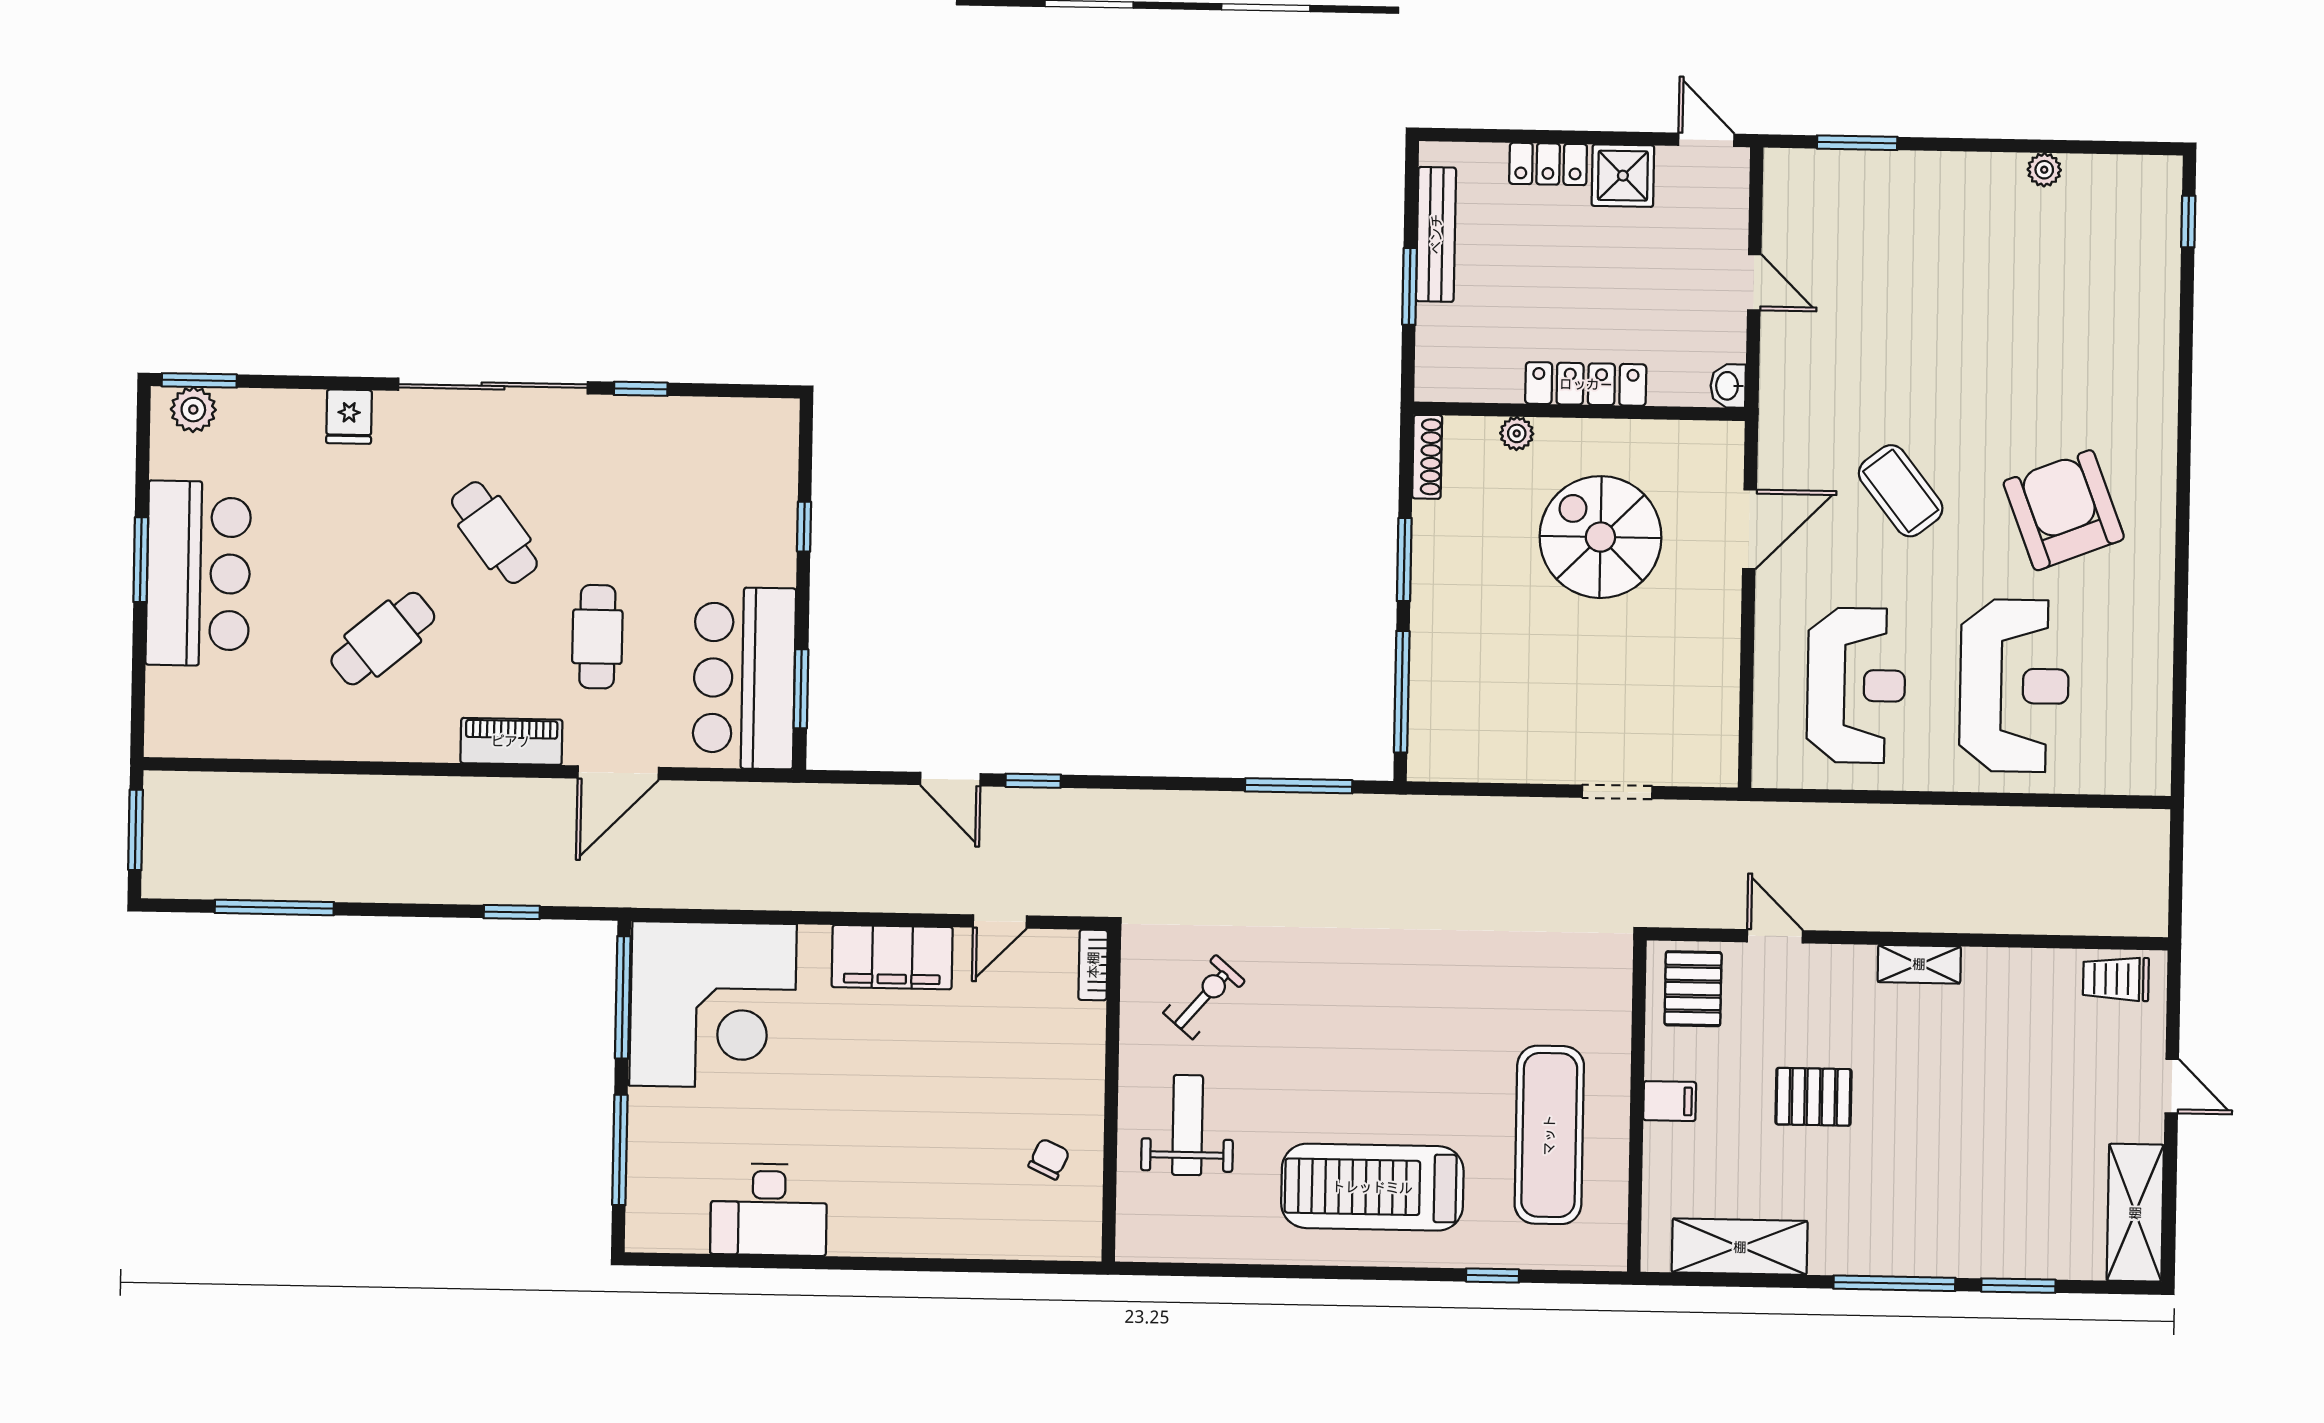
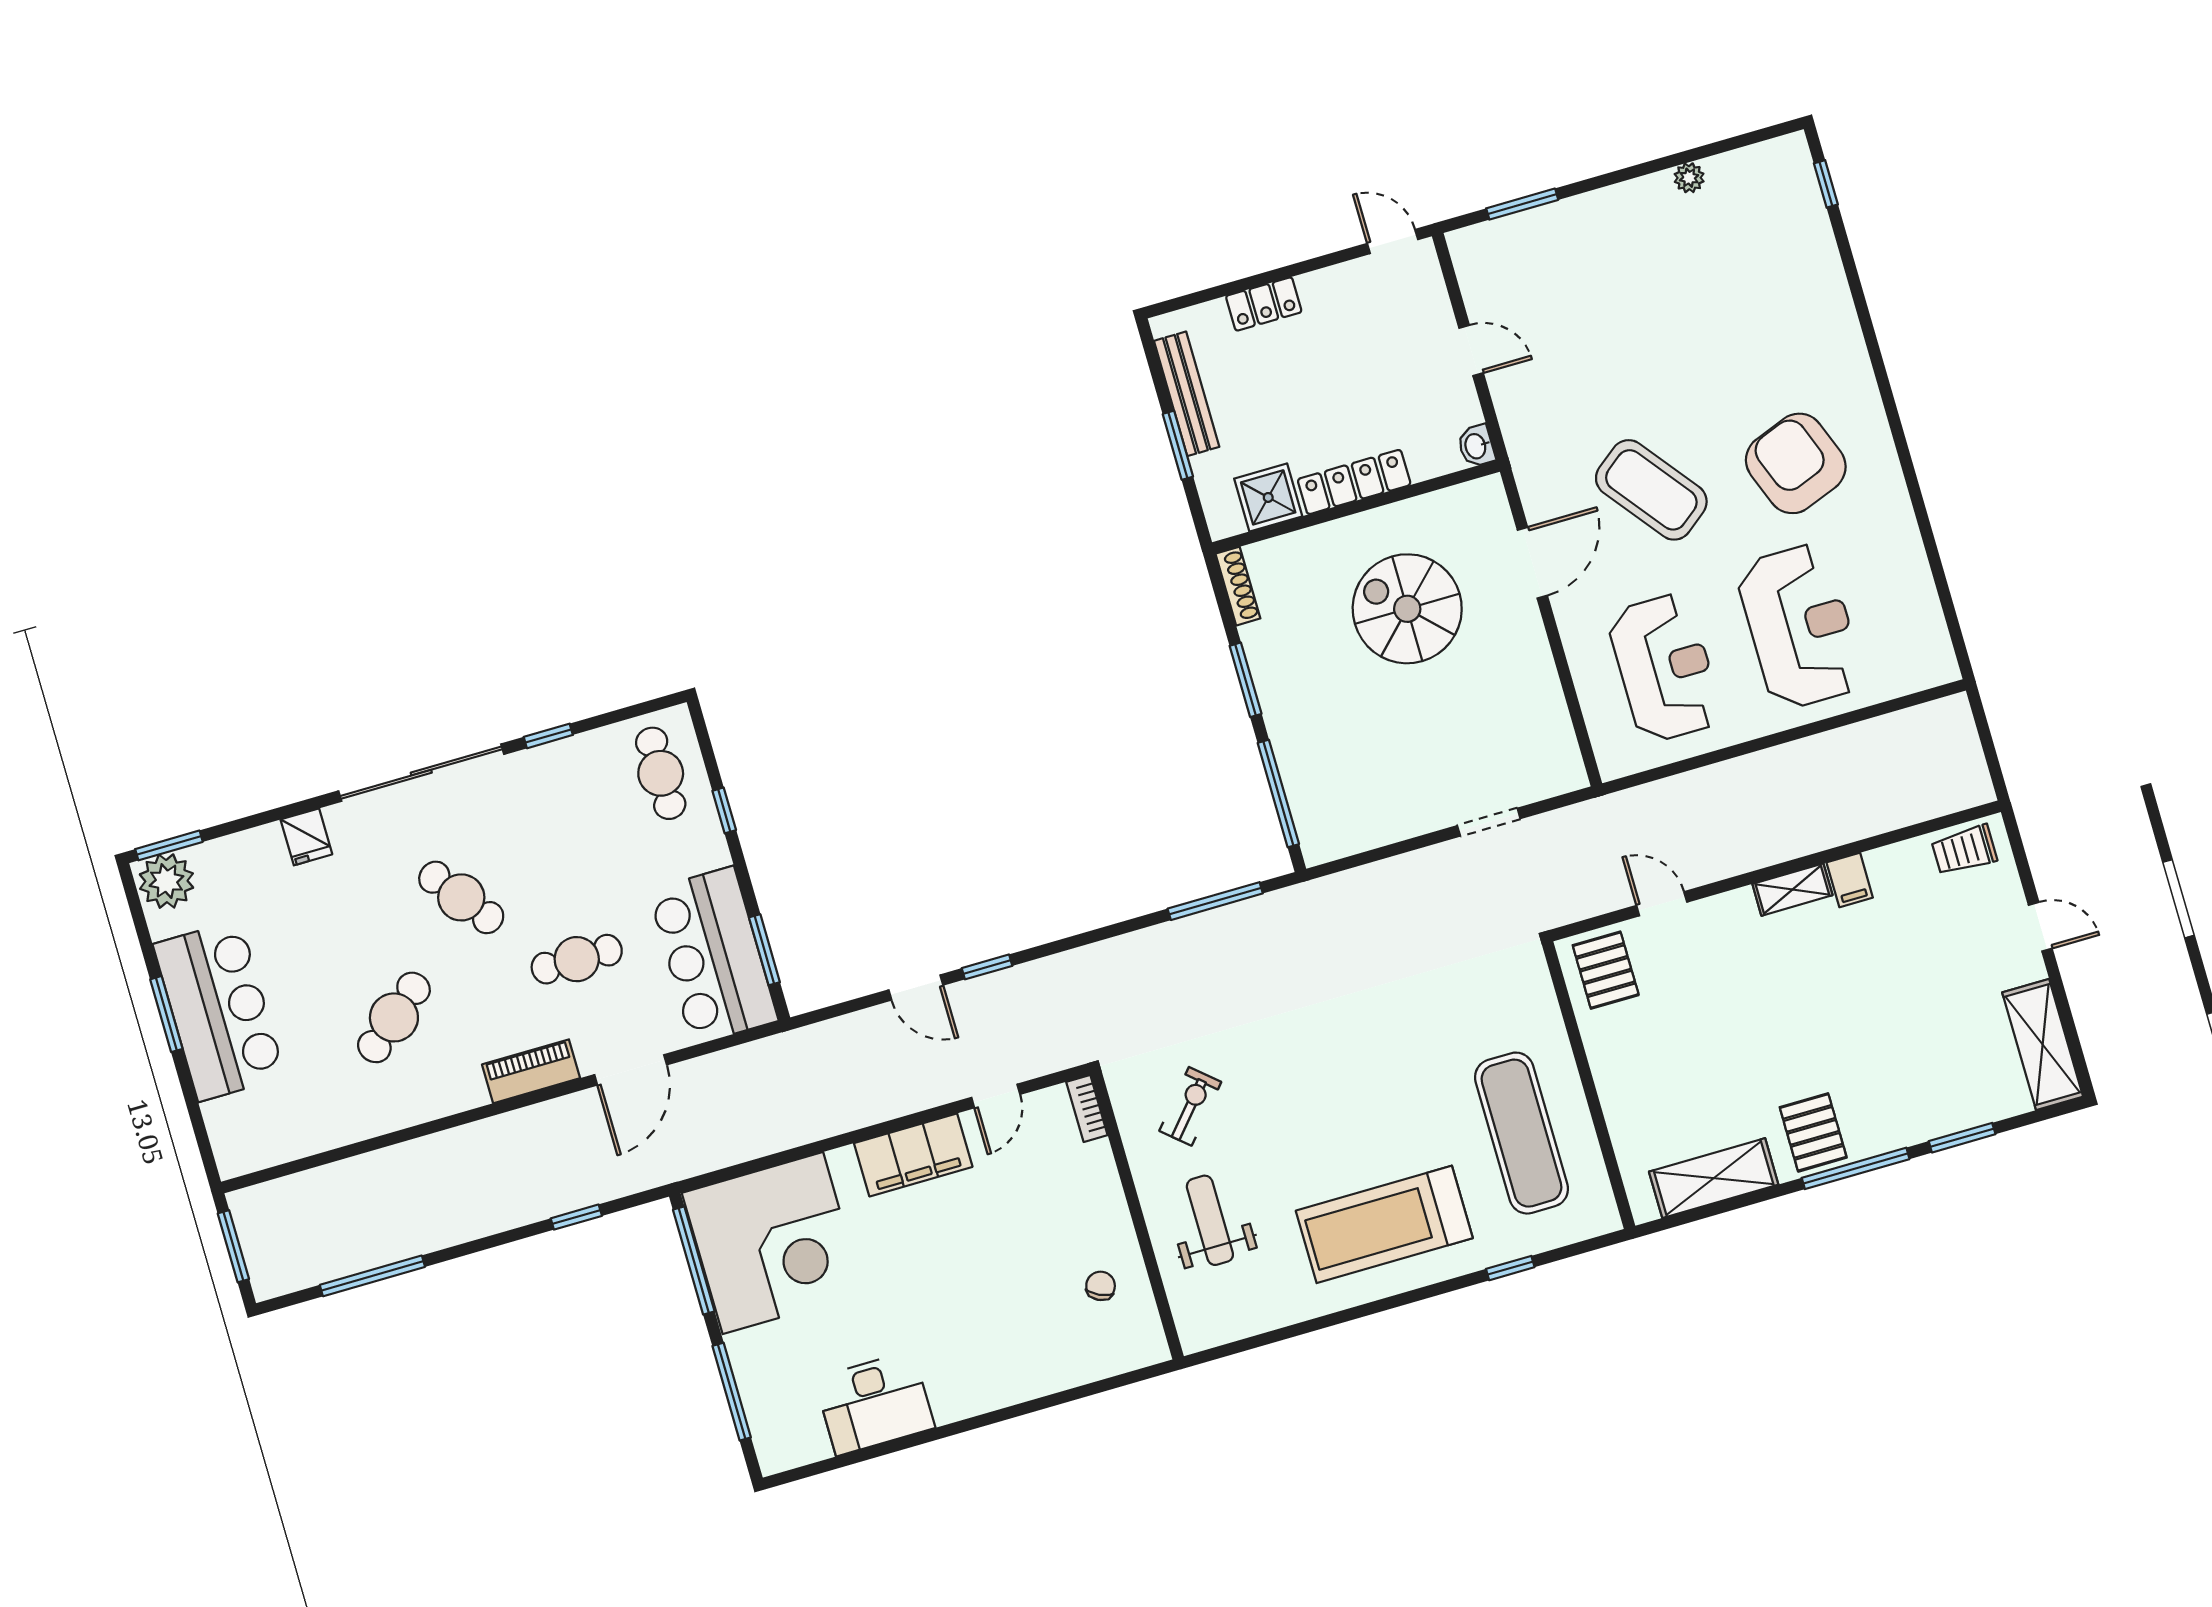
shower: (1623, 176) -> (1268, 497), moved
plant: (193, 410) -> (166, 881), width x1.36, depth x1.36
plant: (1517, 433) -> (1308, 542), removed
cafe table: (749, 466) -> (661, 773), added
coffee table: (1901, 491) -> (1651, 490), width x1.36, depth x1.32
cafe table: (597, 637) -> (577, 959), turned 90
pallet: (1813, 1097) -> (1813, 1132), moved, turned 90
filing cabinet: (1670, 1101) -> (1850, 880), moved, turned 90

